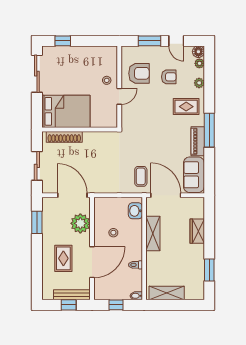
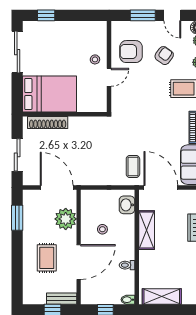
armchair: (139, 73) -> (131, 52), turned 180
armchair: (169, 77) -> (164, 56), turned -54
bench: (72, 295) -> (62, 299), width x0.73

